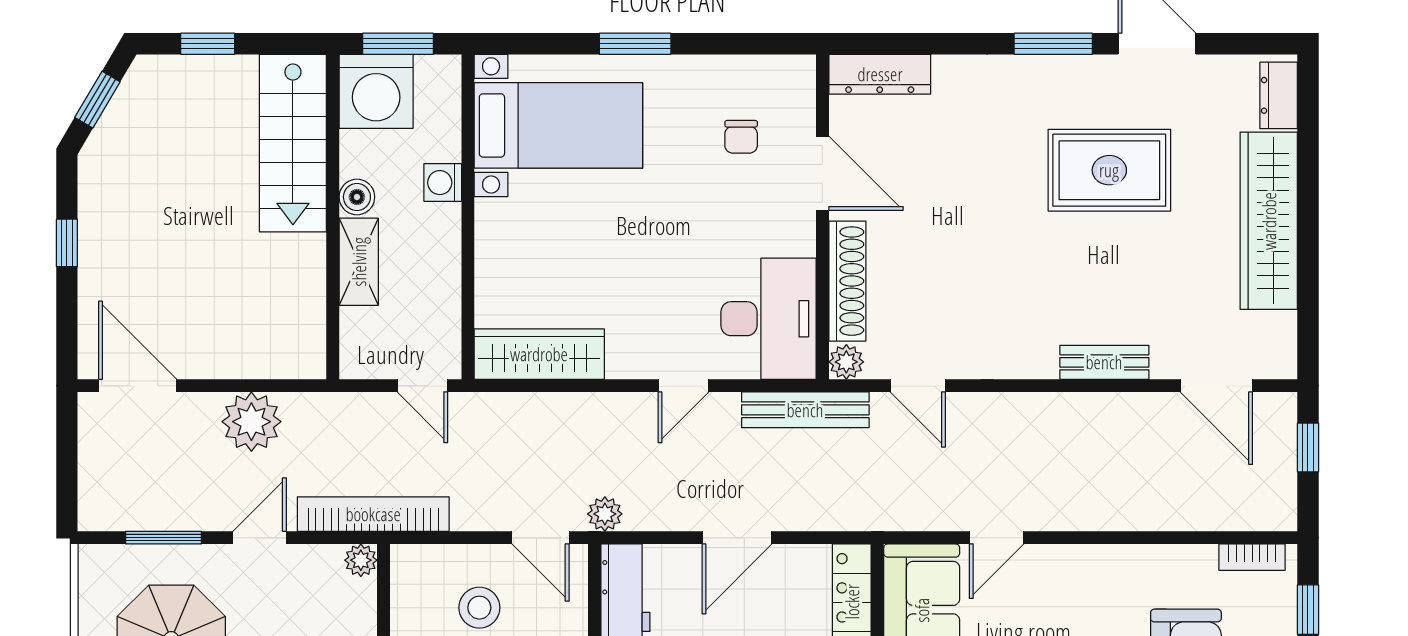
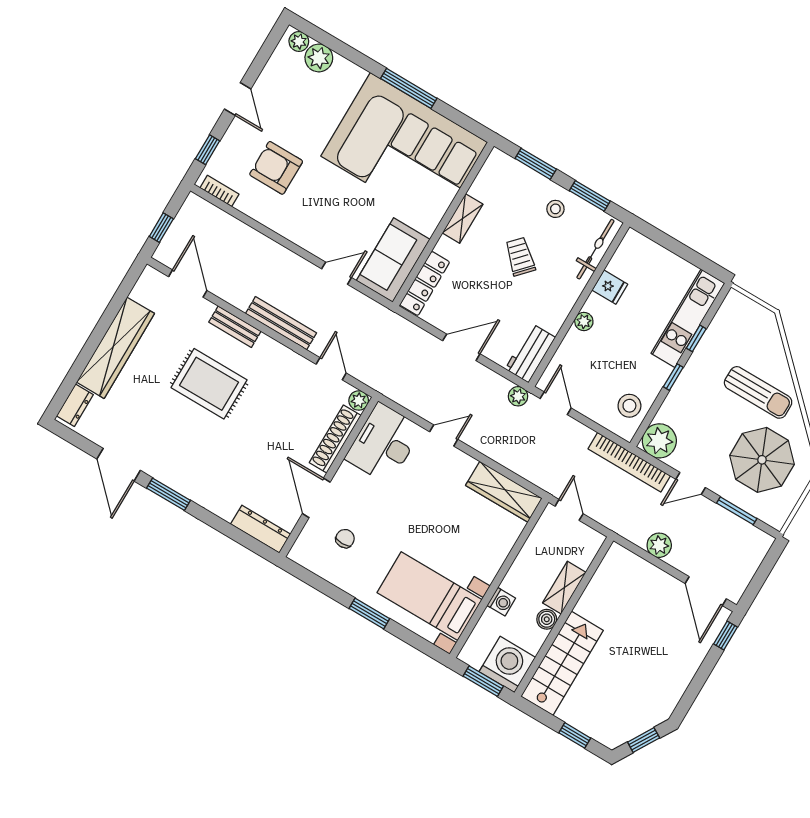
rug: (1109, 170) -> (209, 384), moved
window: (67, 243) -> (725, 636), moved
bench: (805, 410) -> (281, 323), moved
plant: (251, 422) -> (659, 545), width x0.73, depth x0.73
plant: (361, 560) -> (659, 441), width x1.87, depth x1.87
stool: (479, 608) -> (629, 406), moved

